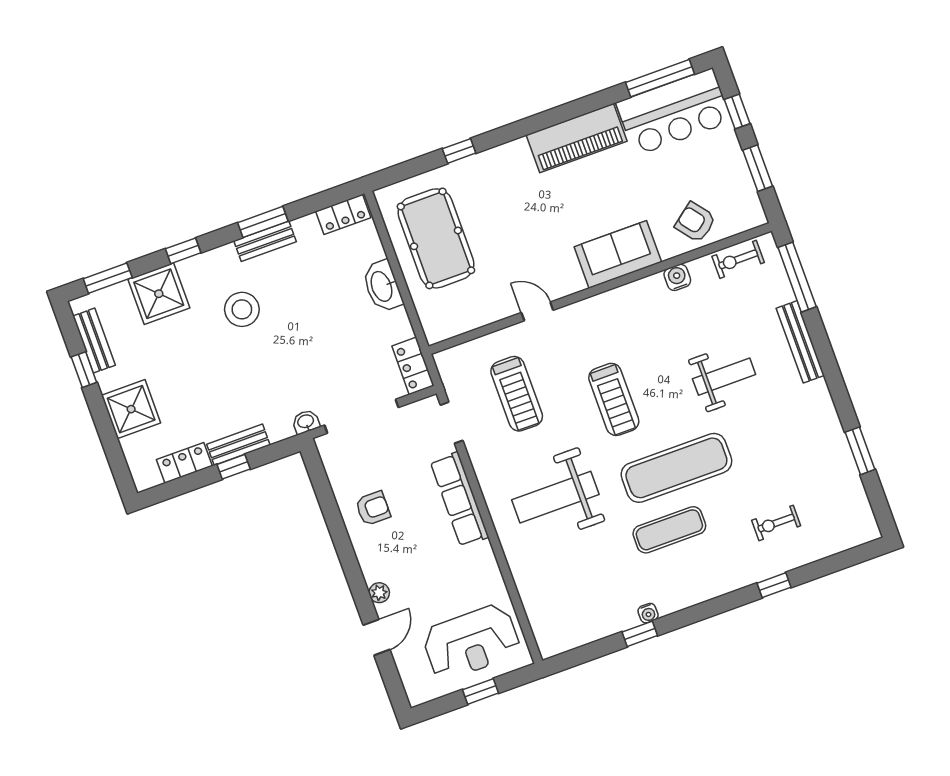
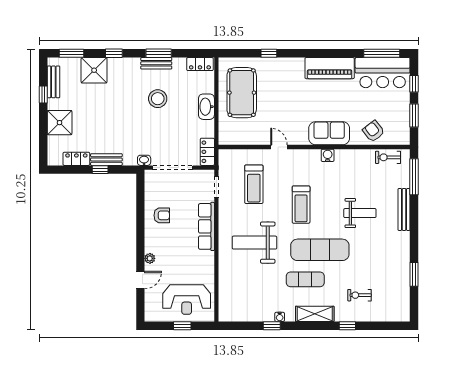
water cooler: (677, 277) -> (328, 155), moved
stool: (242, 309) -> (158, 99), moved
shelving: (709, 585) -> (315, 314), added

